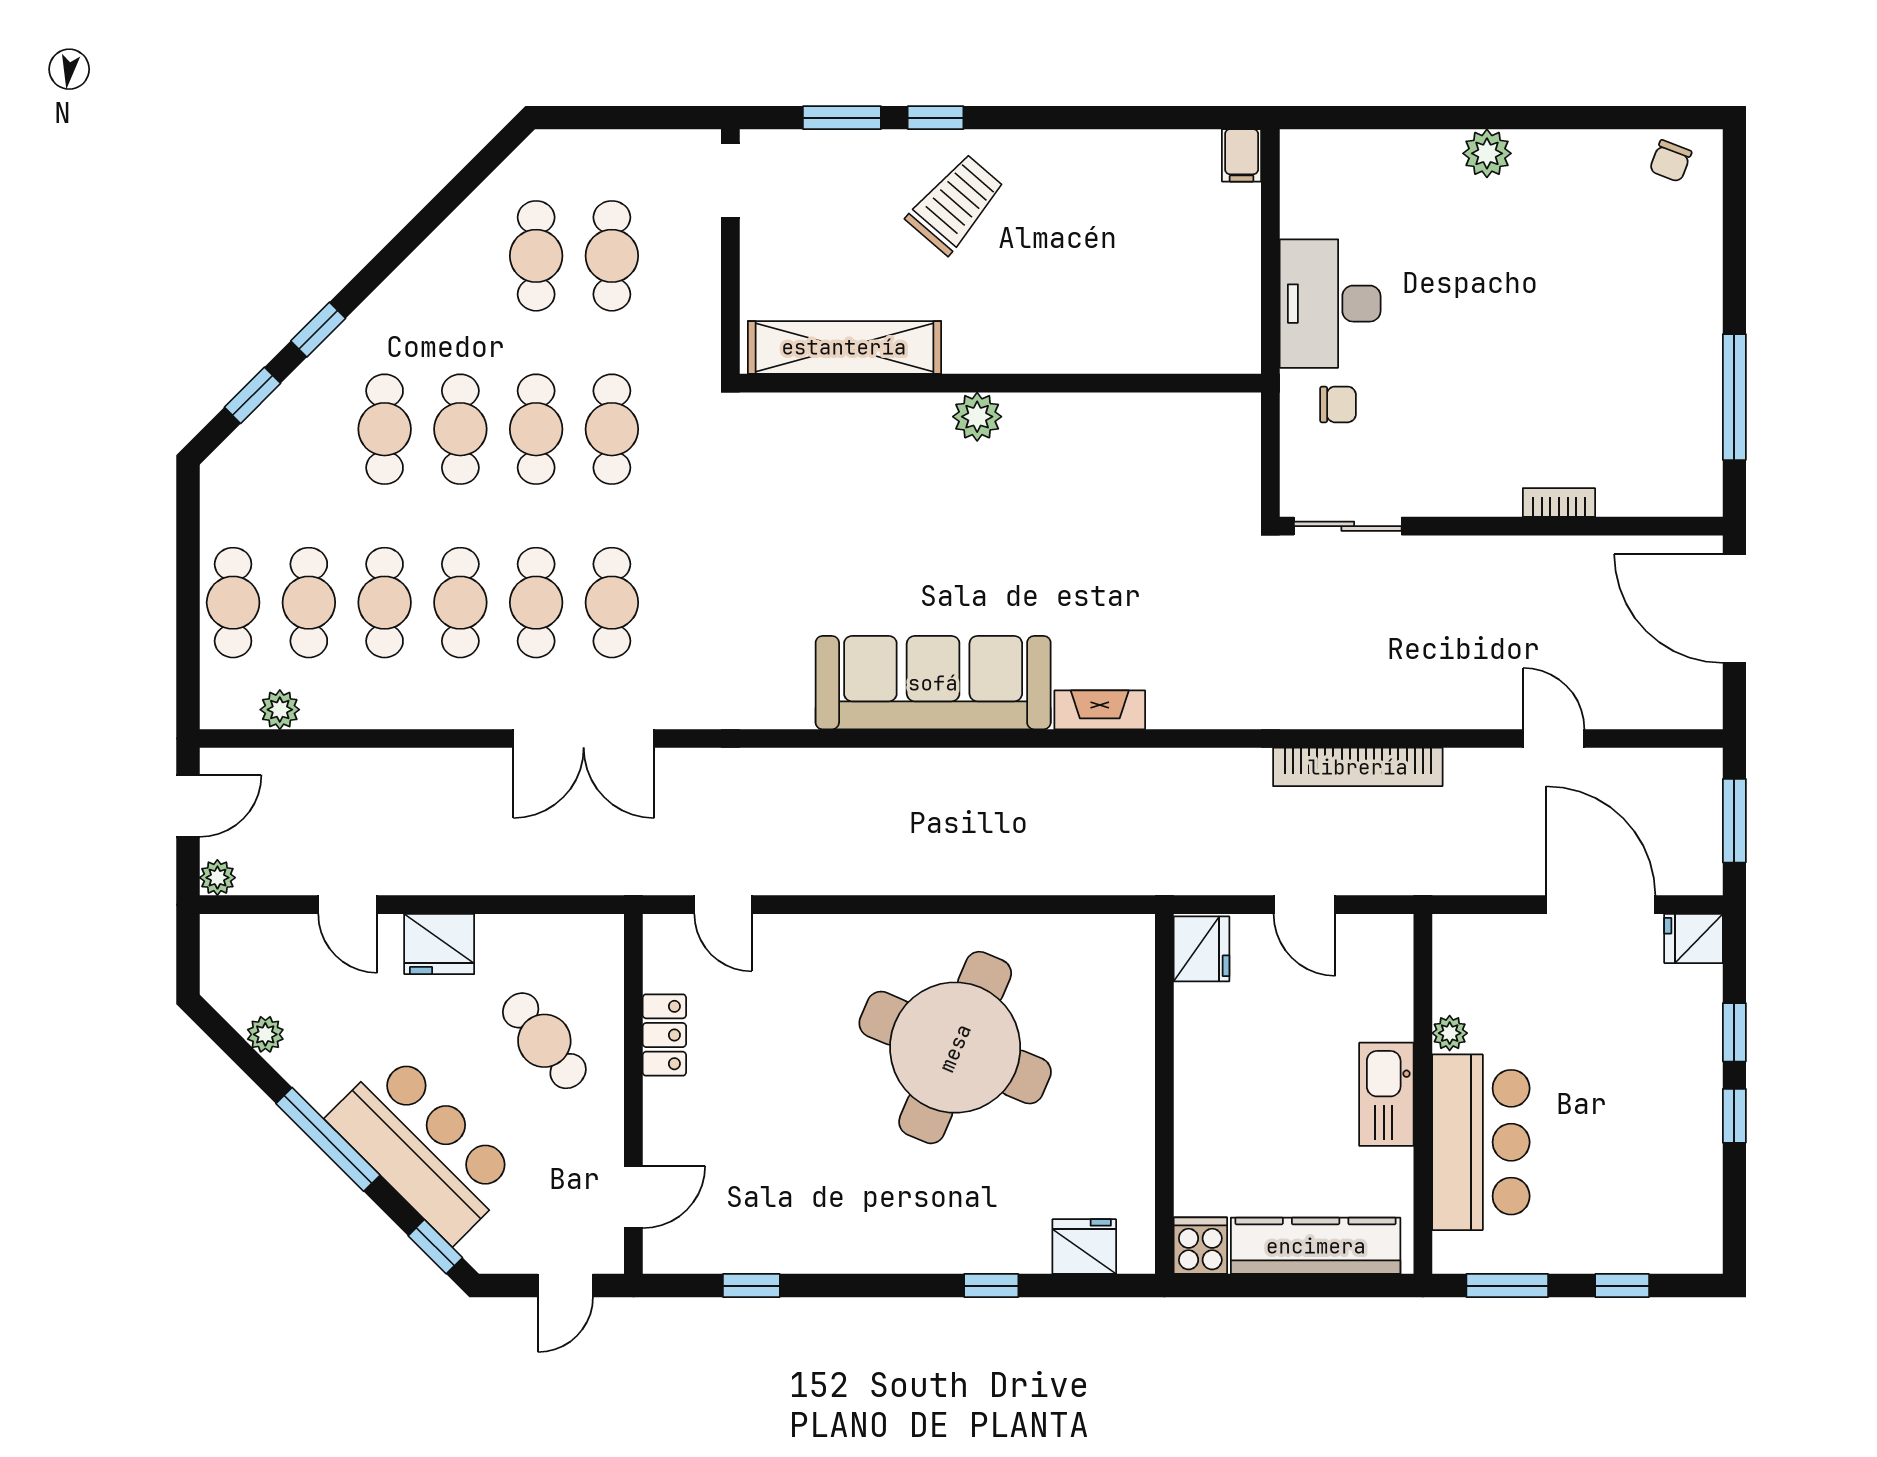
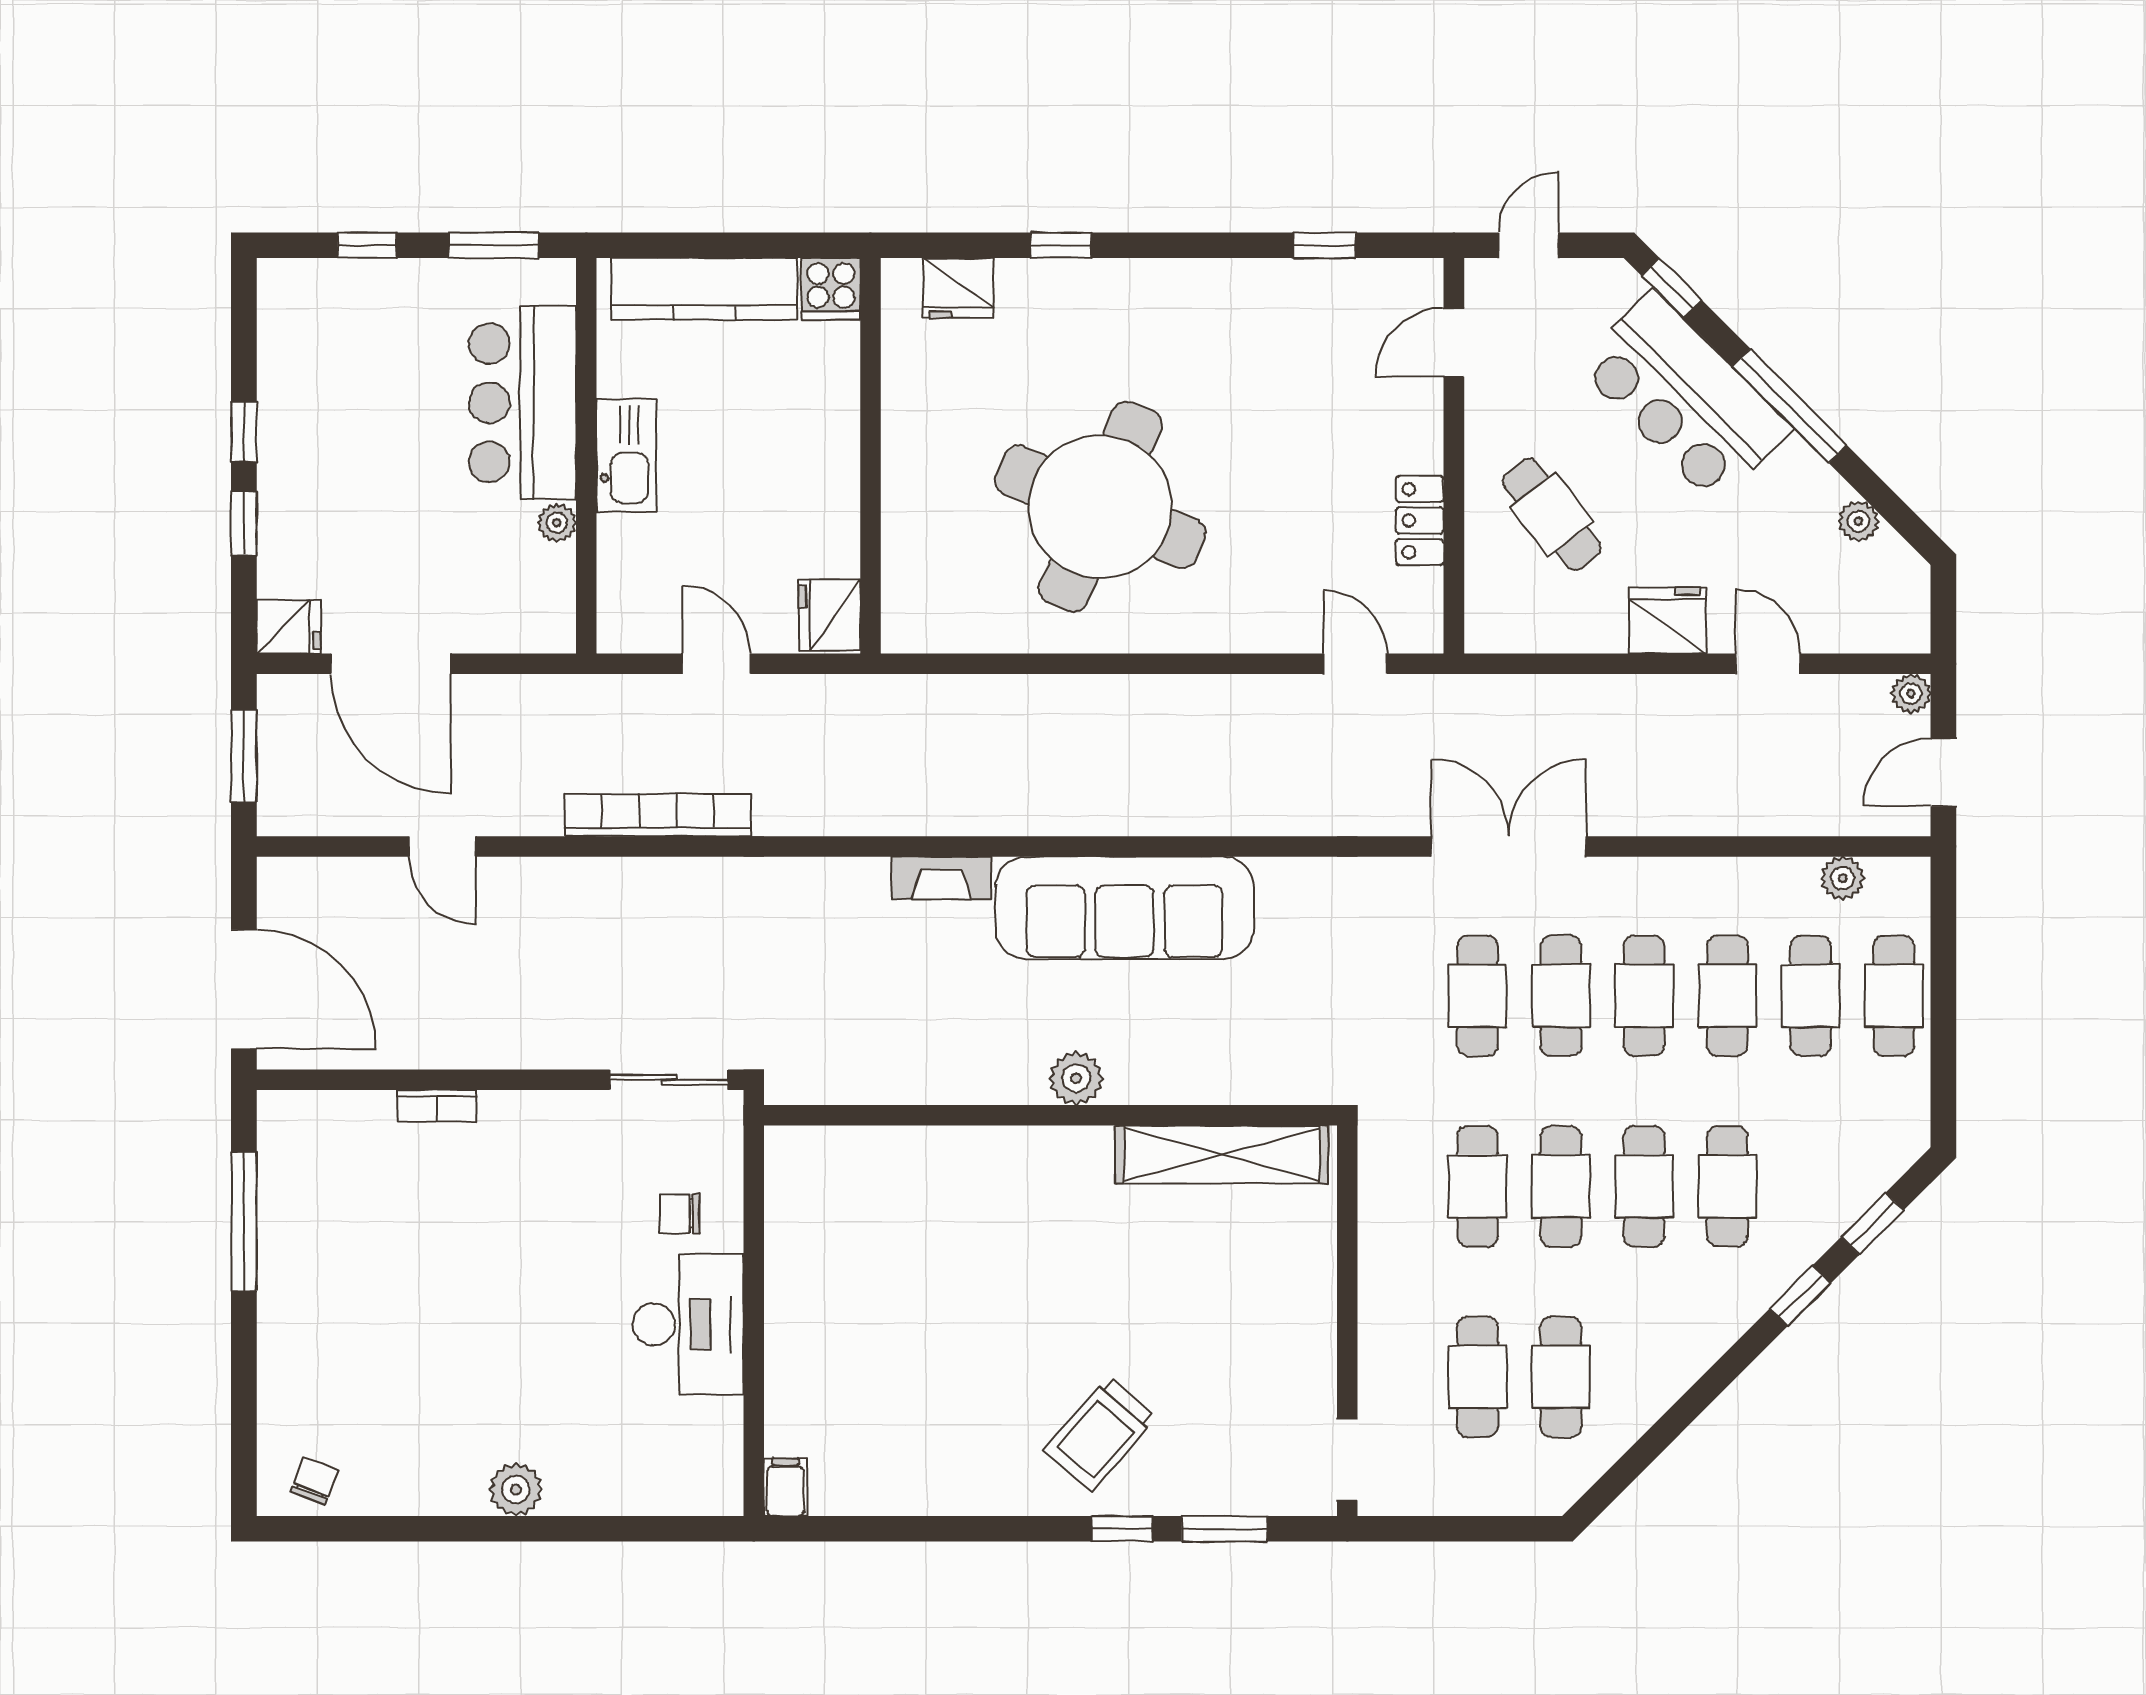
shelving: (844, 347) -> (1222, 1154), moved
wall: (1000, 383) -> (1051, 1115), moved
plant: (977, 417) -> (1076, 1078), moved

